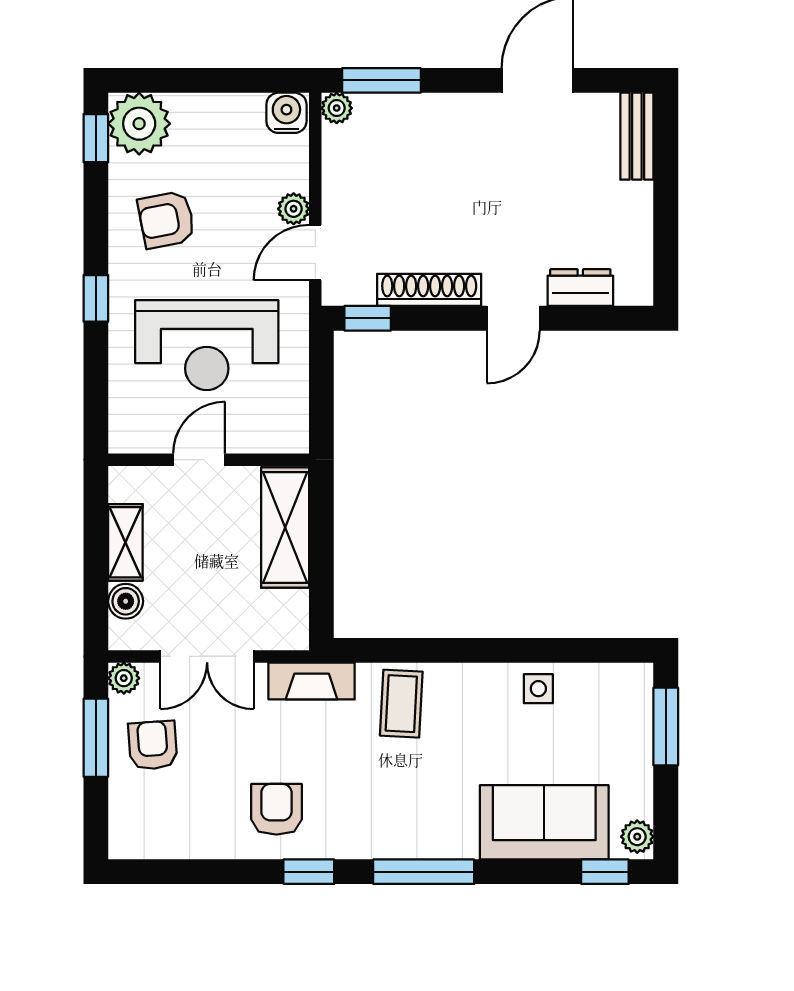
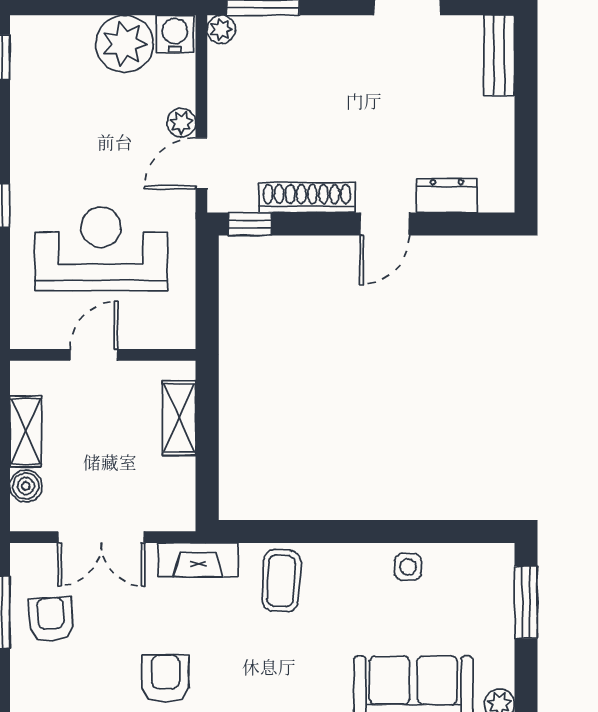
plant: (139, 124) -> (125, 44), moved
armchair: (166, 220) -> (64, 133), removed
reception desk: (207, 345) -> (101, 249), turned 180
shelving: (285, 528) -> (179, 418), width x0.67, depth x0.75
plant: (124, 678) -> (24, 557), removed

